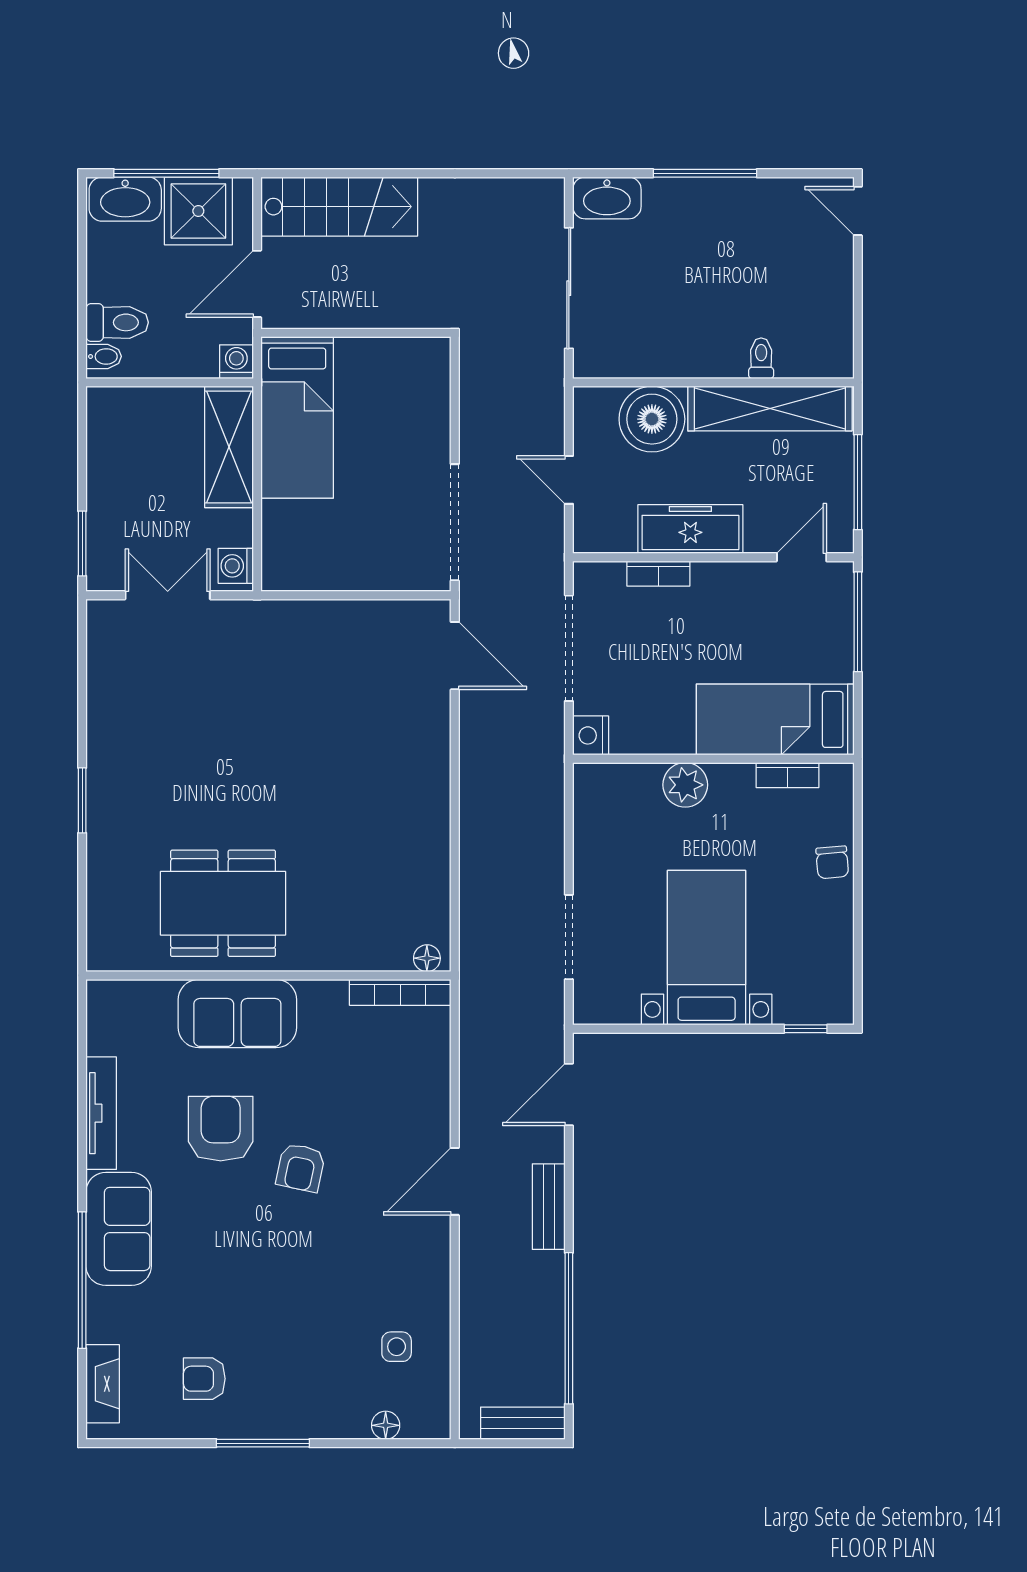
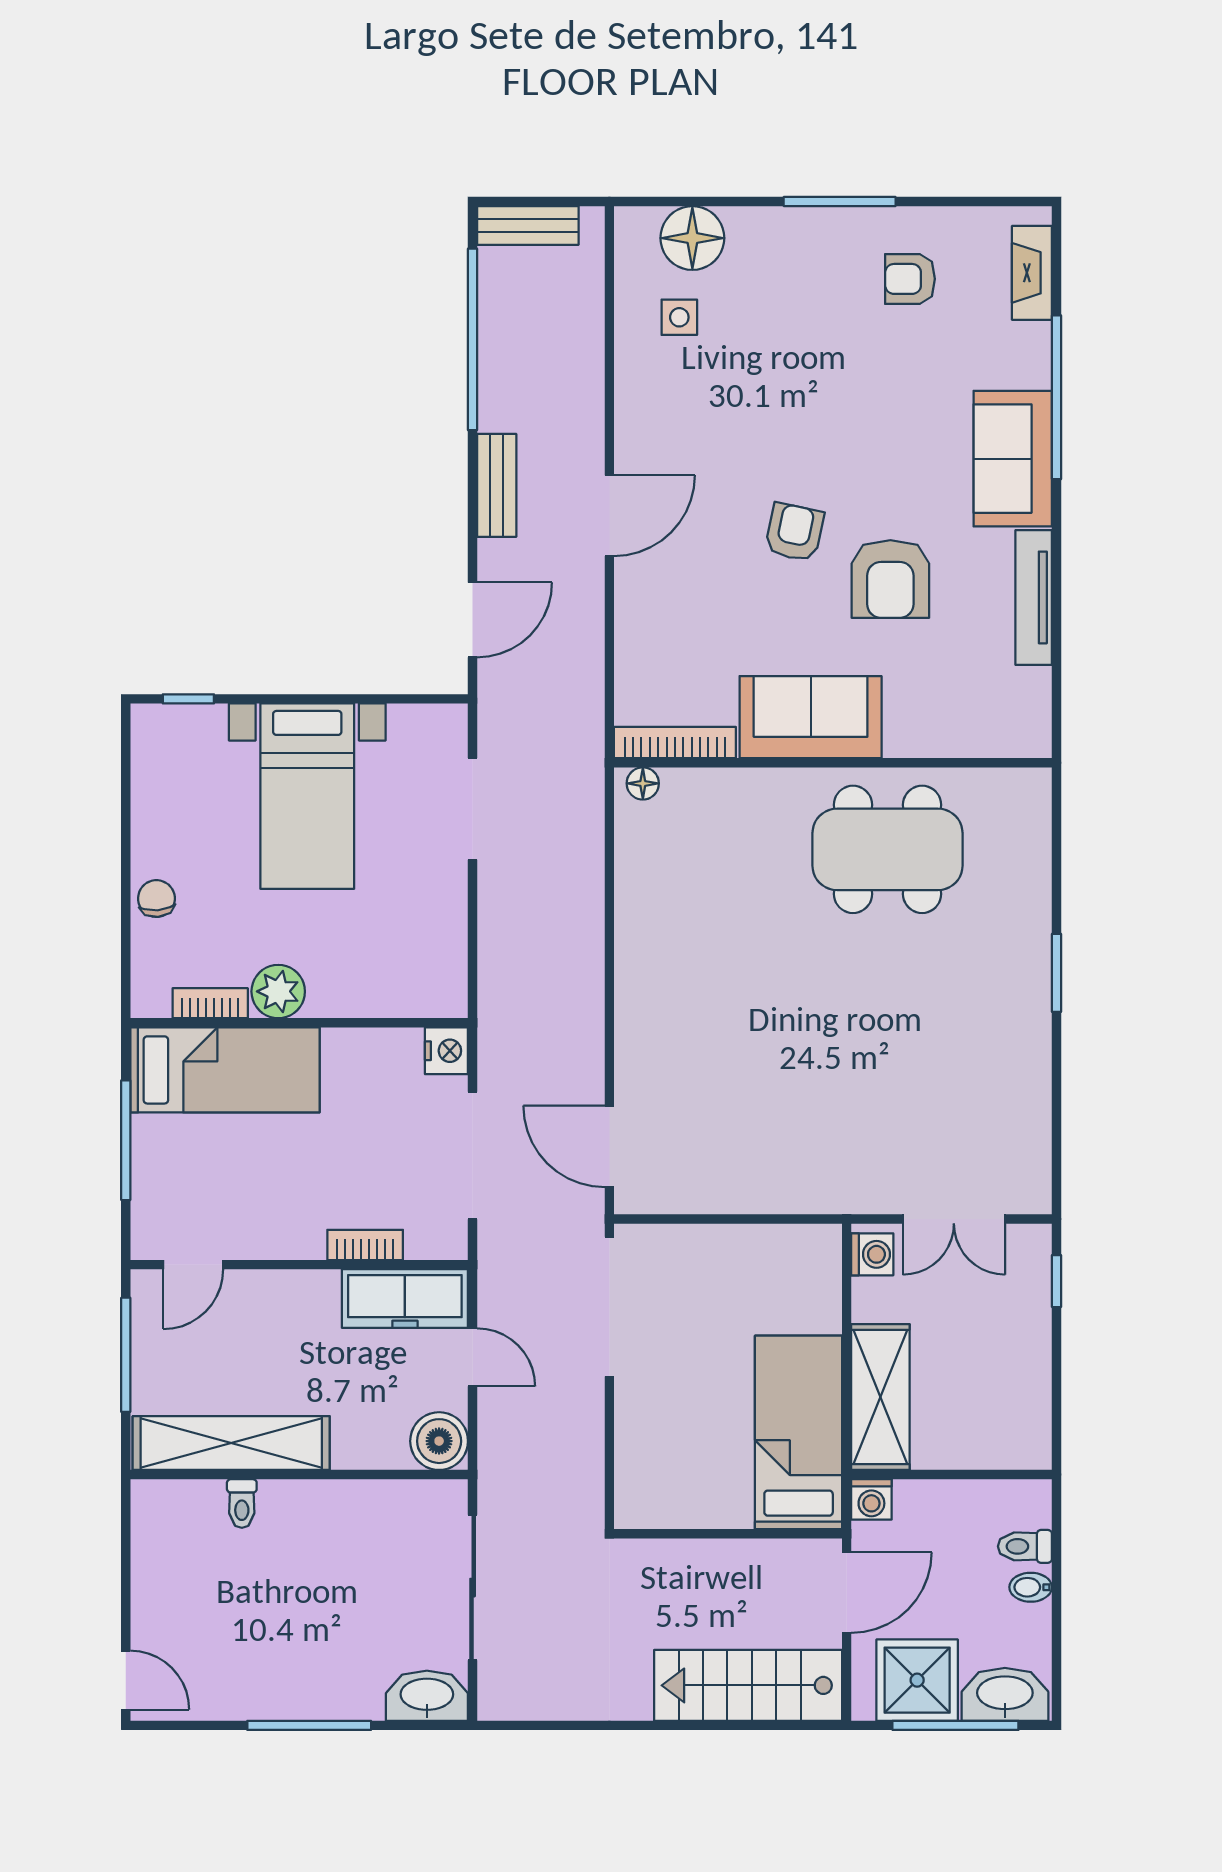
toilet: (117, 322) -> (1025, 1546), width x0.73, depth x0.72
bidet: (104, 356) -> (1031, 1587), moved
boiler: (652, 419) -> (439, 1441), moved, width x0.73, depth x0.73
freezer: (690, 529) -> (405, 1298), moved
window: (82, 544) -> (1057, 1281), width x0.67
window: (858, 622) -> (126, 1140), moved
plant: (685, 785) -> (278, 991), moved
sofa: (237, 1014) -> (811, 717), moved
armchair: (204, 1379) -> (910, 279), turned 180
floor lamp: (386, 1425) -> (692, 238), width x1.89, depth x1.89

